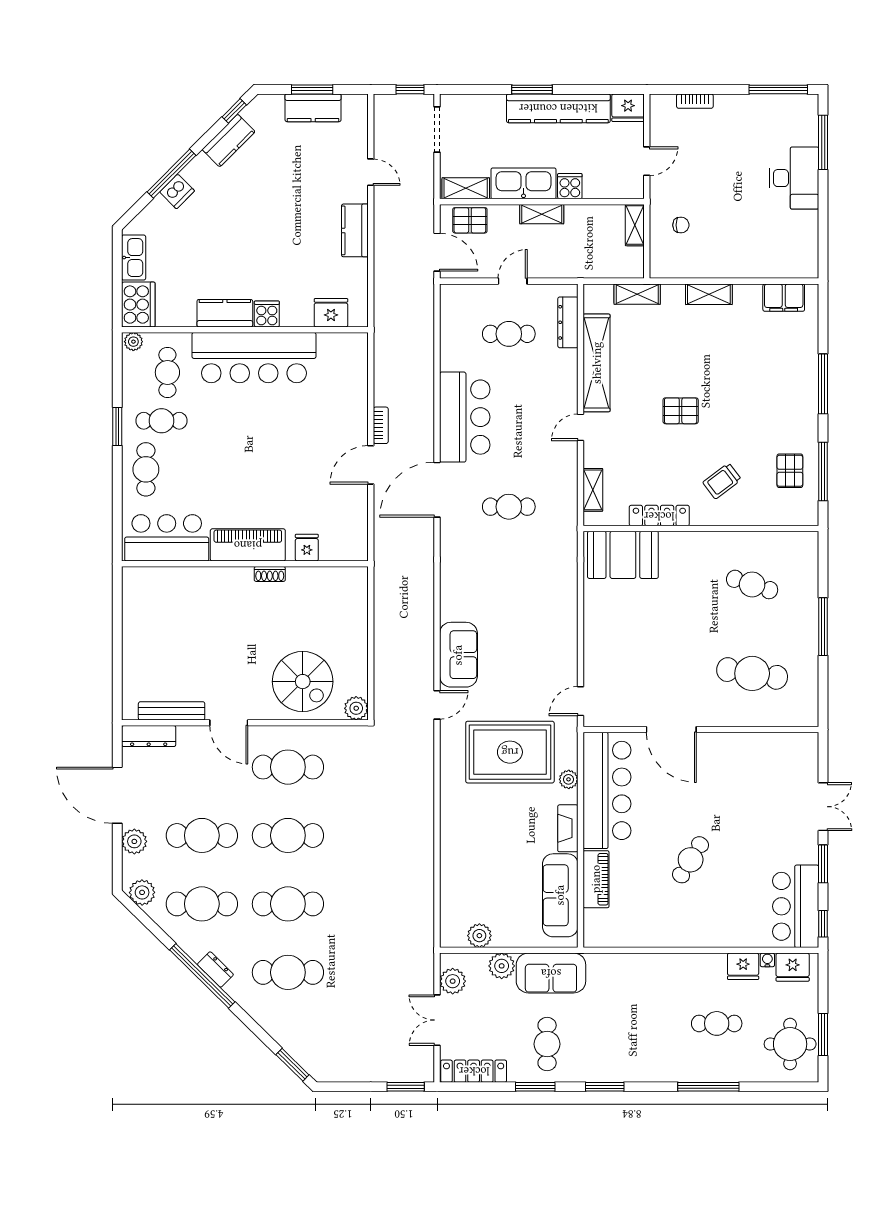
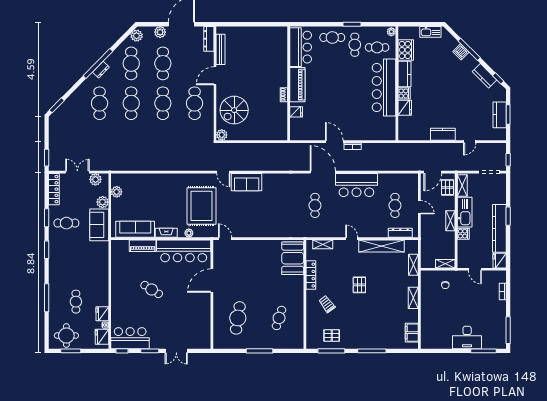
cooker: (138, 305) -> (406, 50), moved, turned -90
fridge: (331, 313) -> (405, 108), moved

